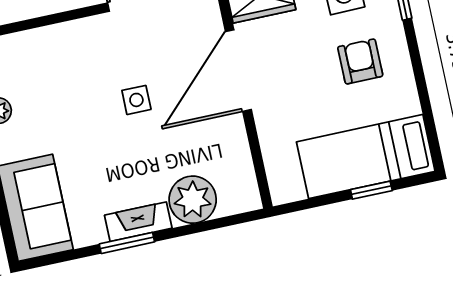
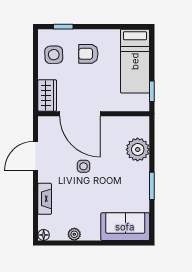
window: (371, 190) -> (152, 91), moved
fireplace: (138, 222) -> (45, 199), moved, turned 180

